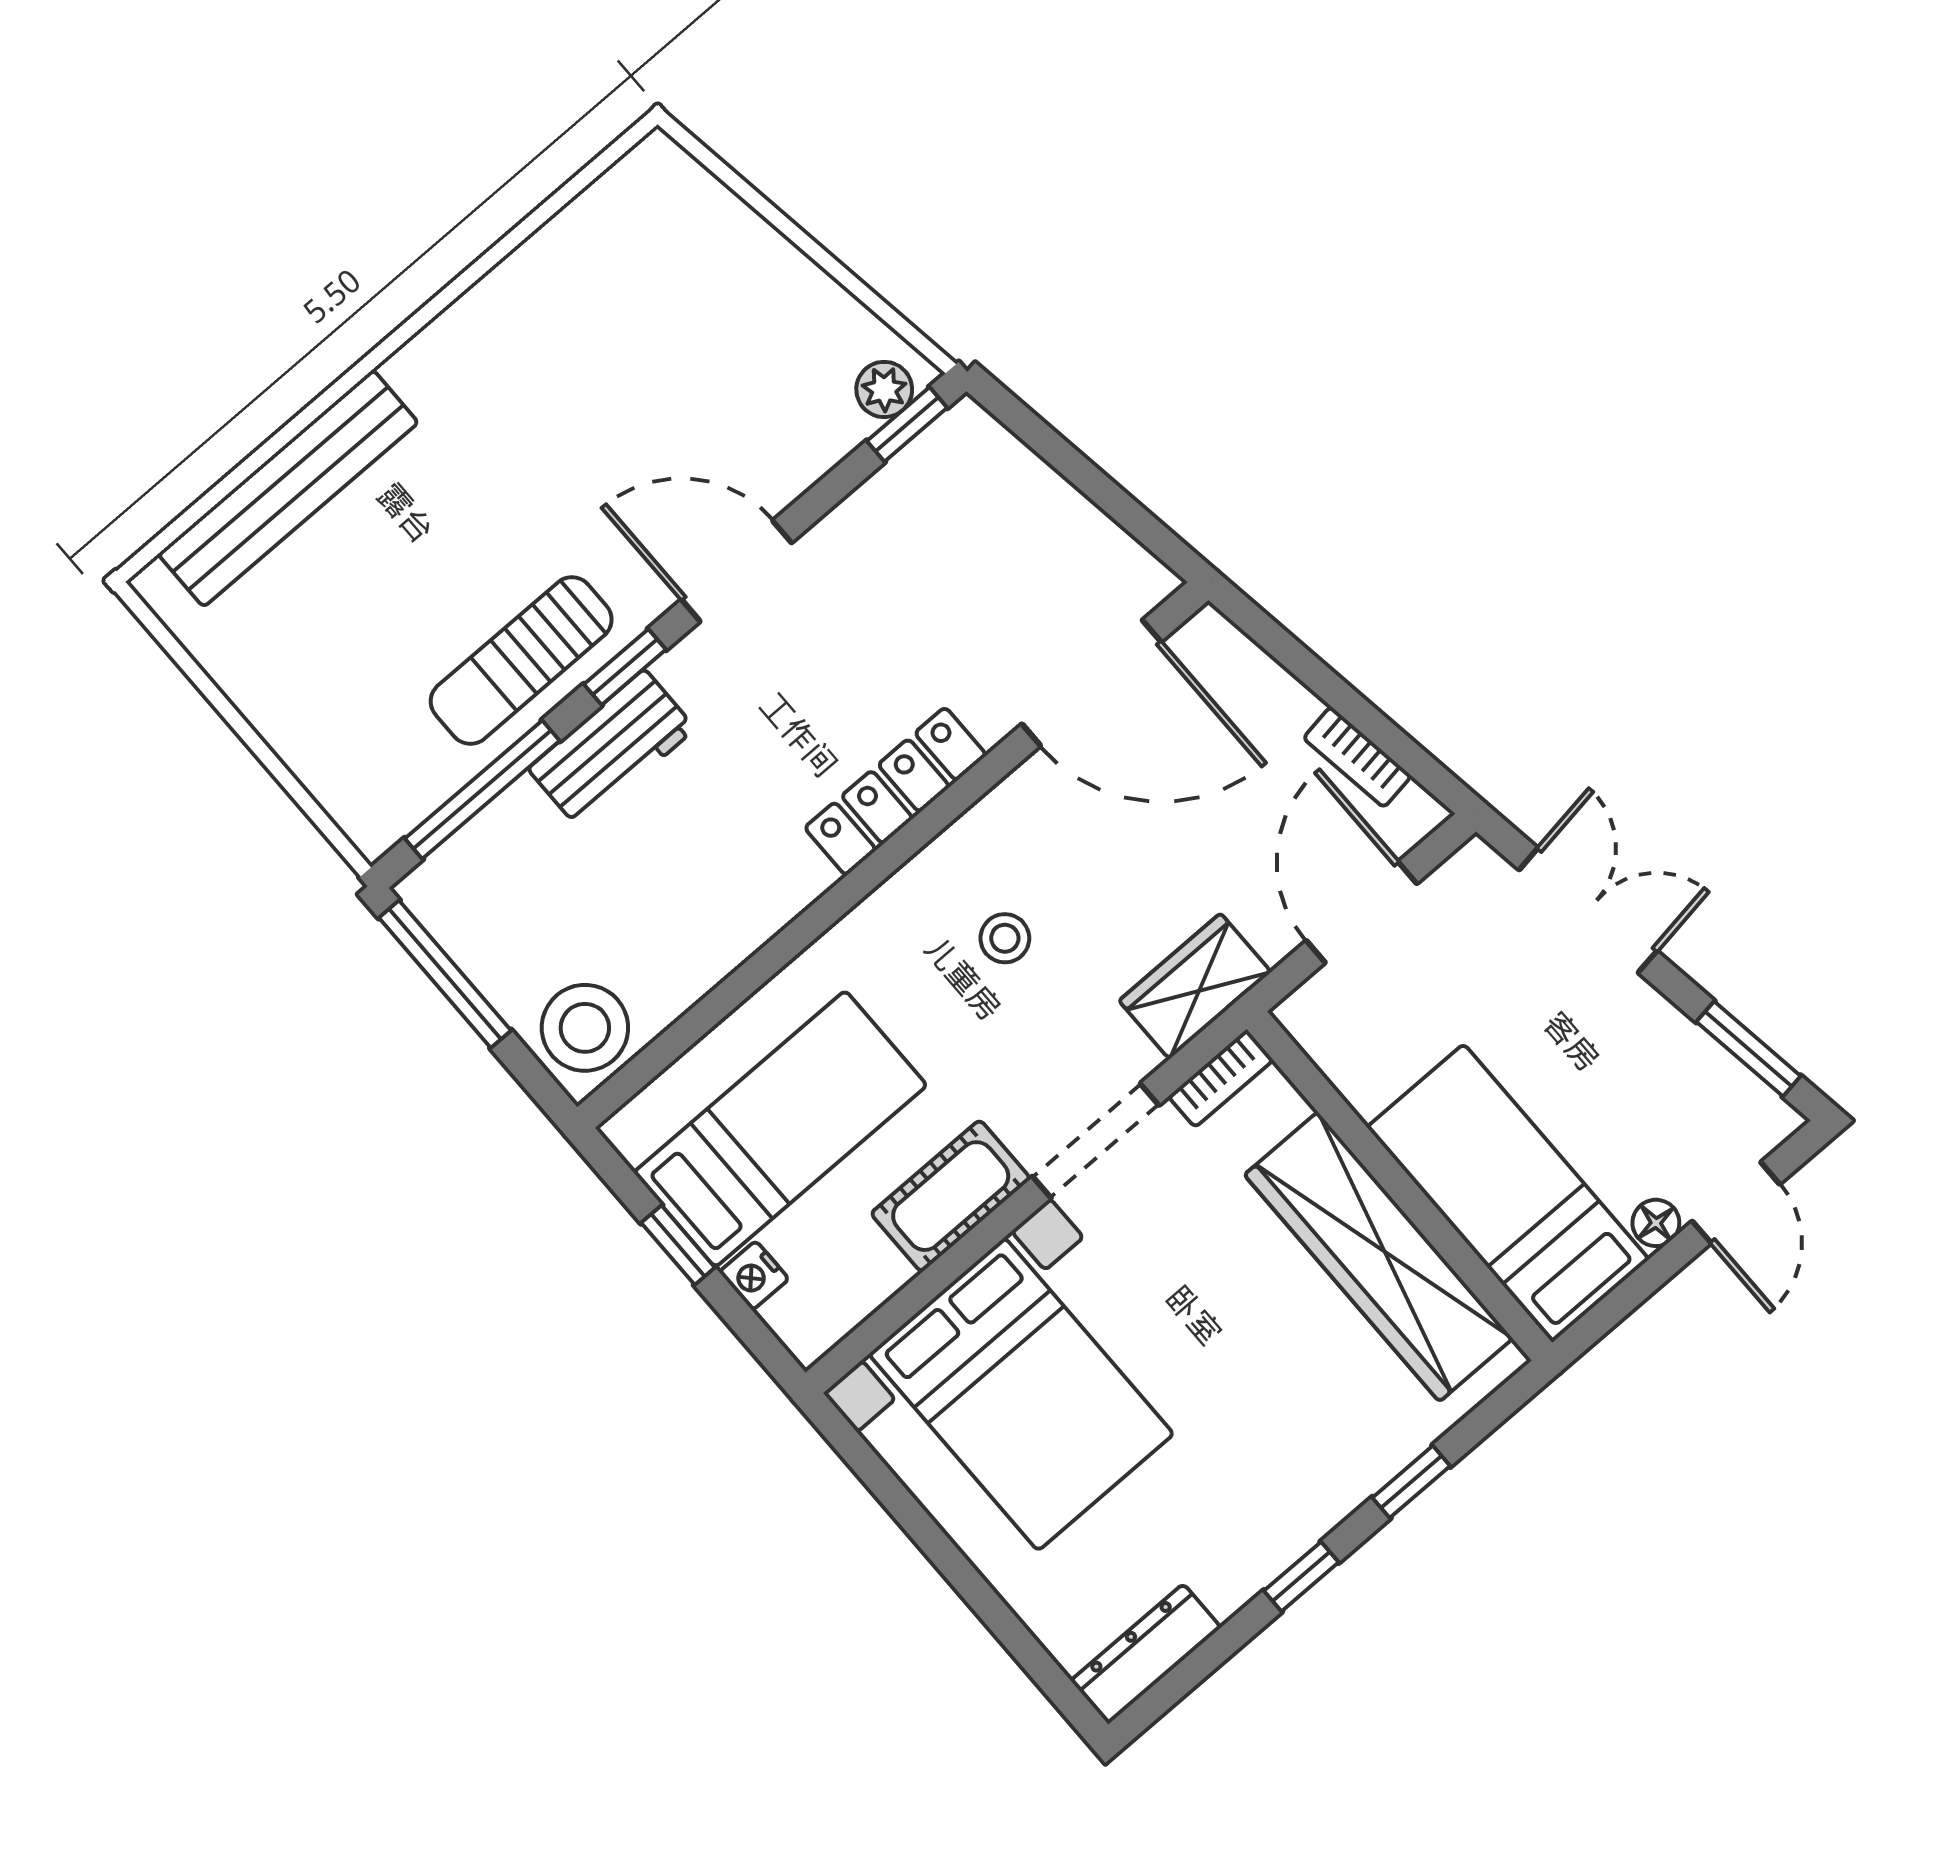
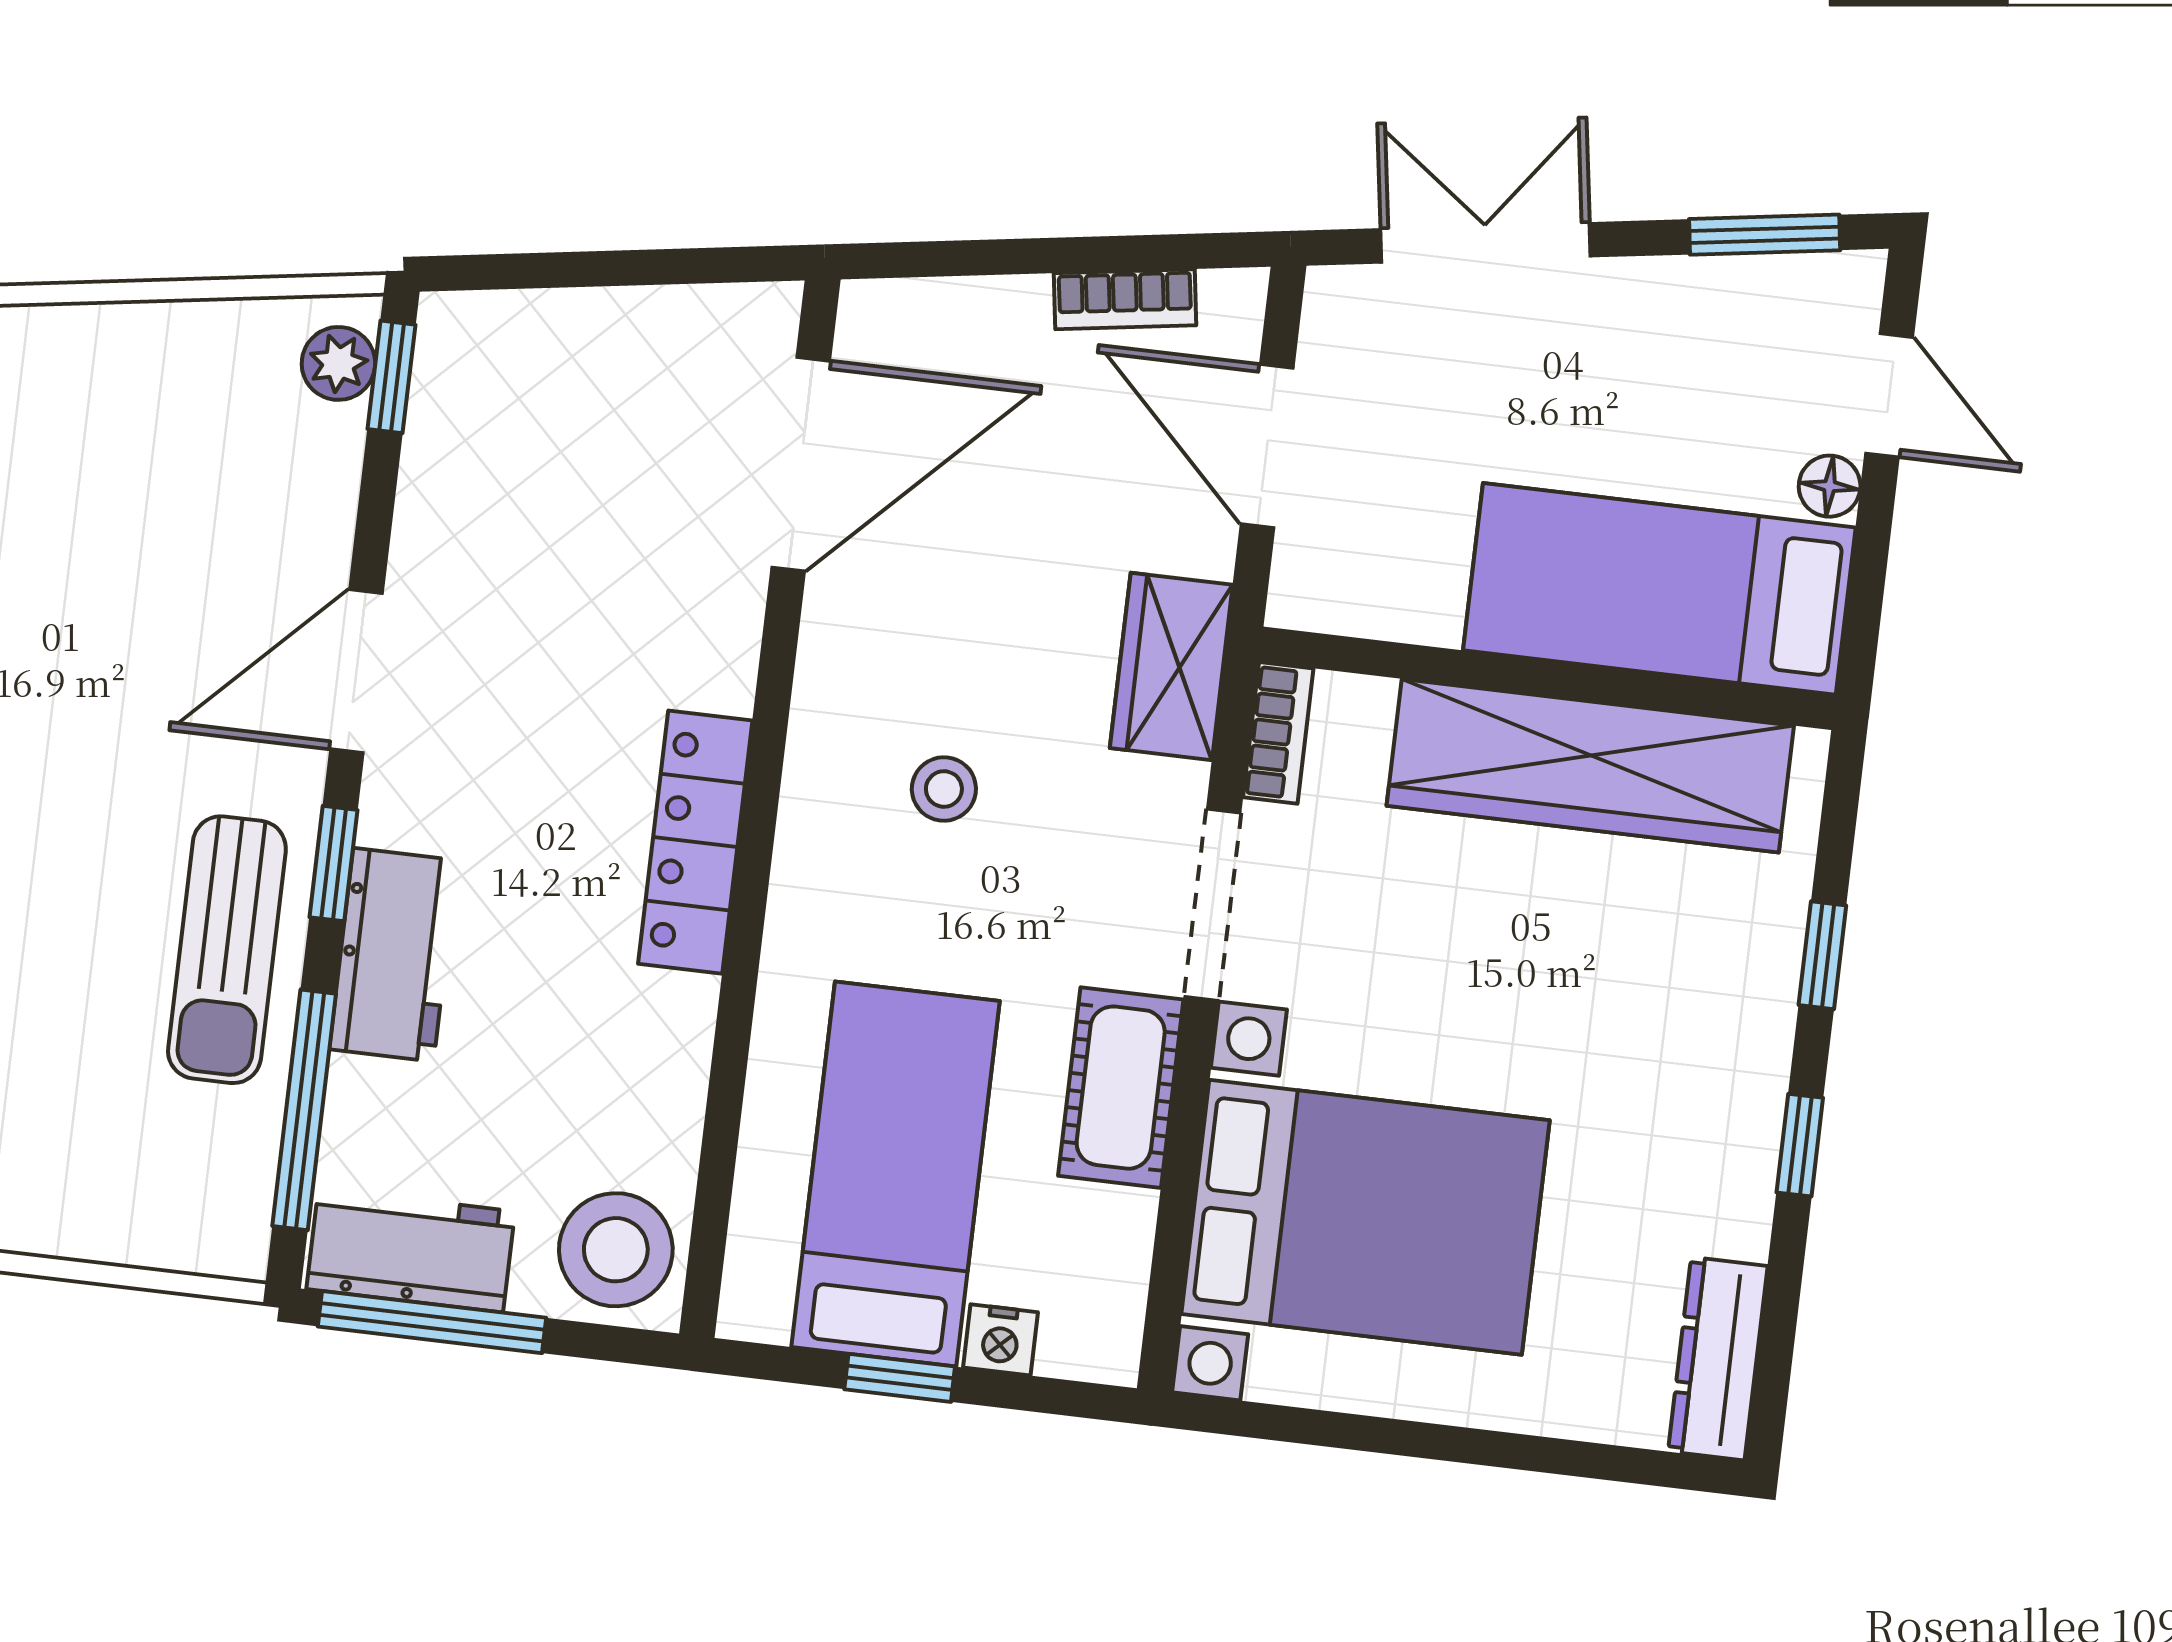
locker: (895, 791) -> (695, 842), moved
workbench: (470, 923) -> (411, 1250), added

